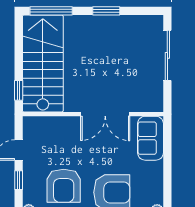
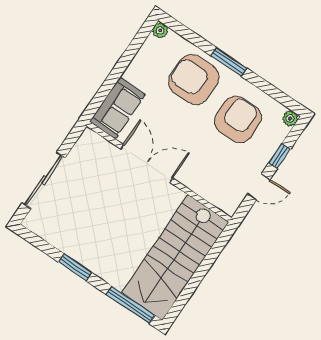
window: (19, 90) -> (218, 247), removed

